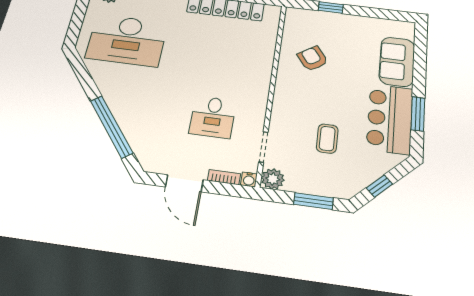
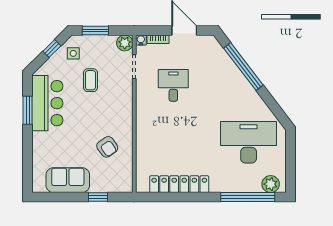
sofa: (397, 62) -> (68, 180), moved, turned -90
side table: (349, 175) -> (73, 53), added

